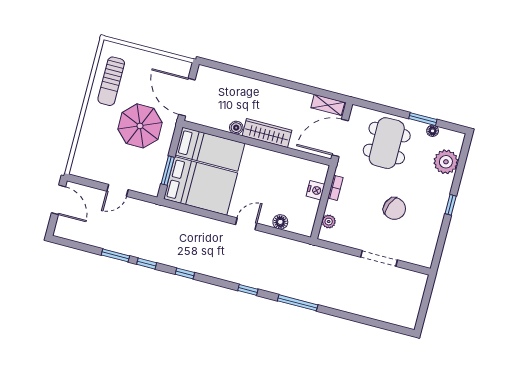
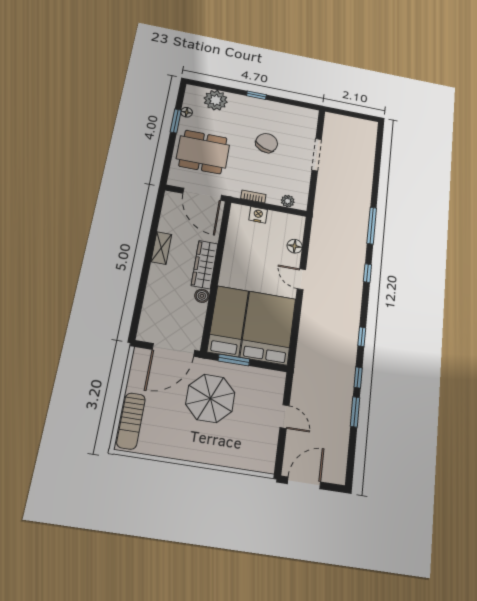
sun lounger: (111, 81) -> (131, 421), moved, turned 90
shelving: (328, 105) -> (161, 248), moved
window: (168, 171) -> (234, 360), moved

